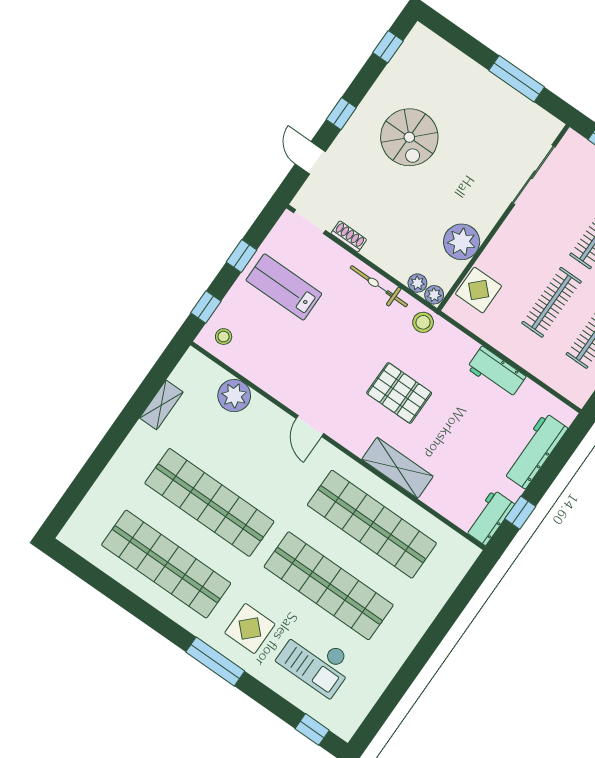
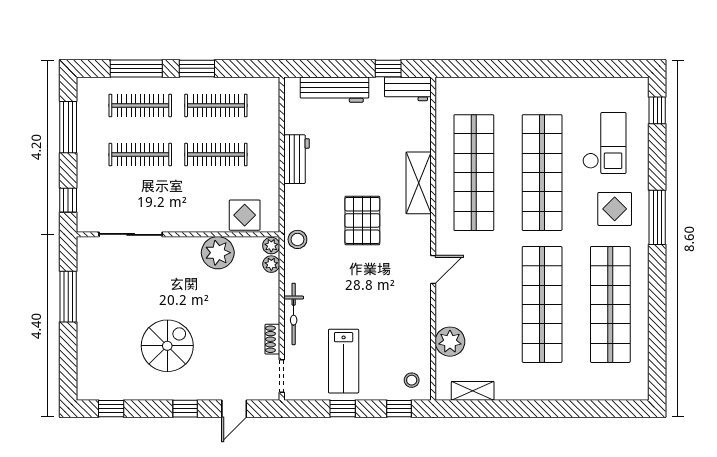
bicycle: (379, 286) -> (294, 314), moved
shelving: (161, 405) -> (473, 391), moved

